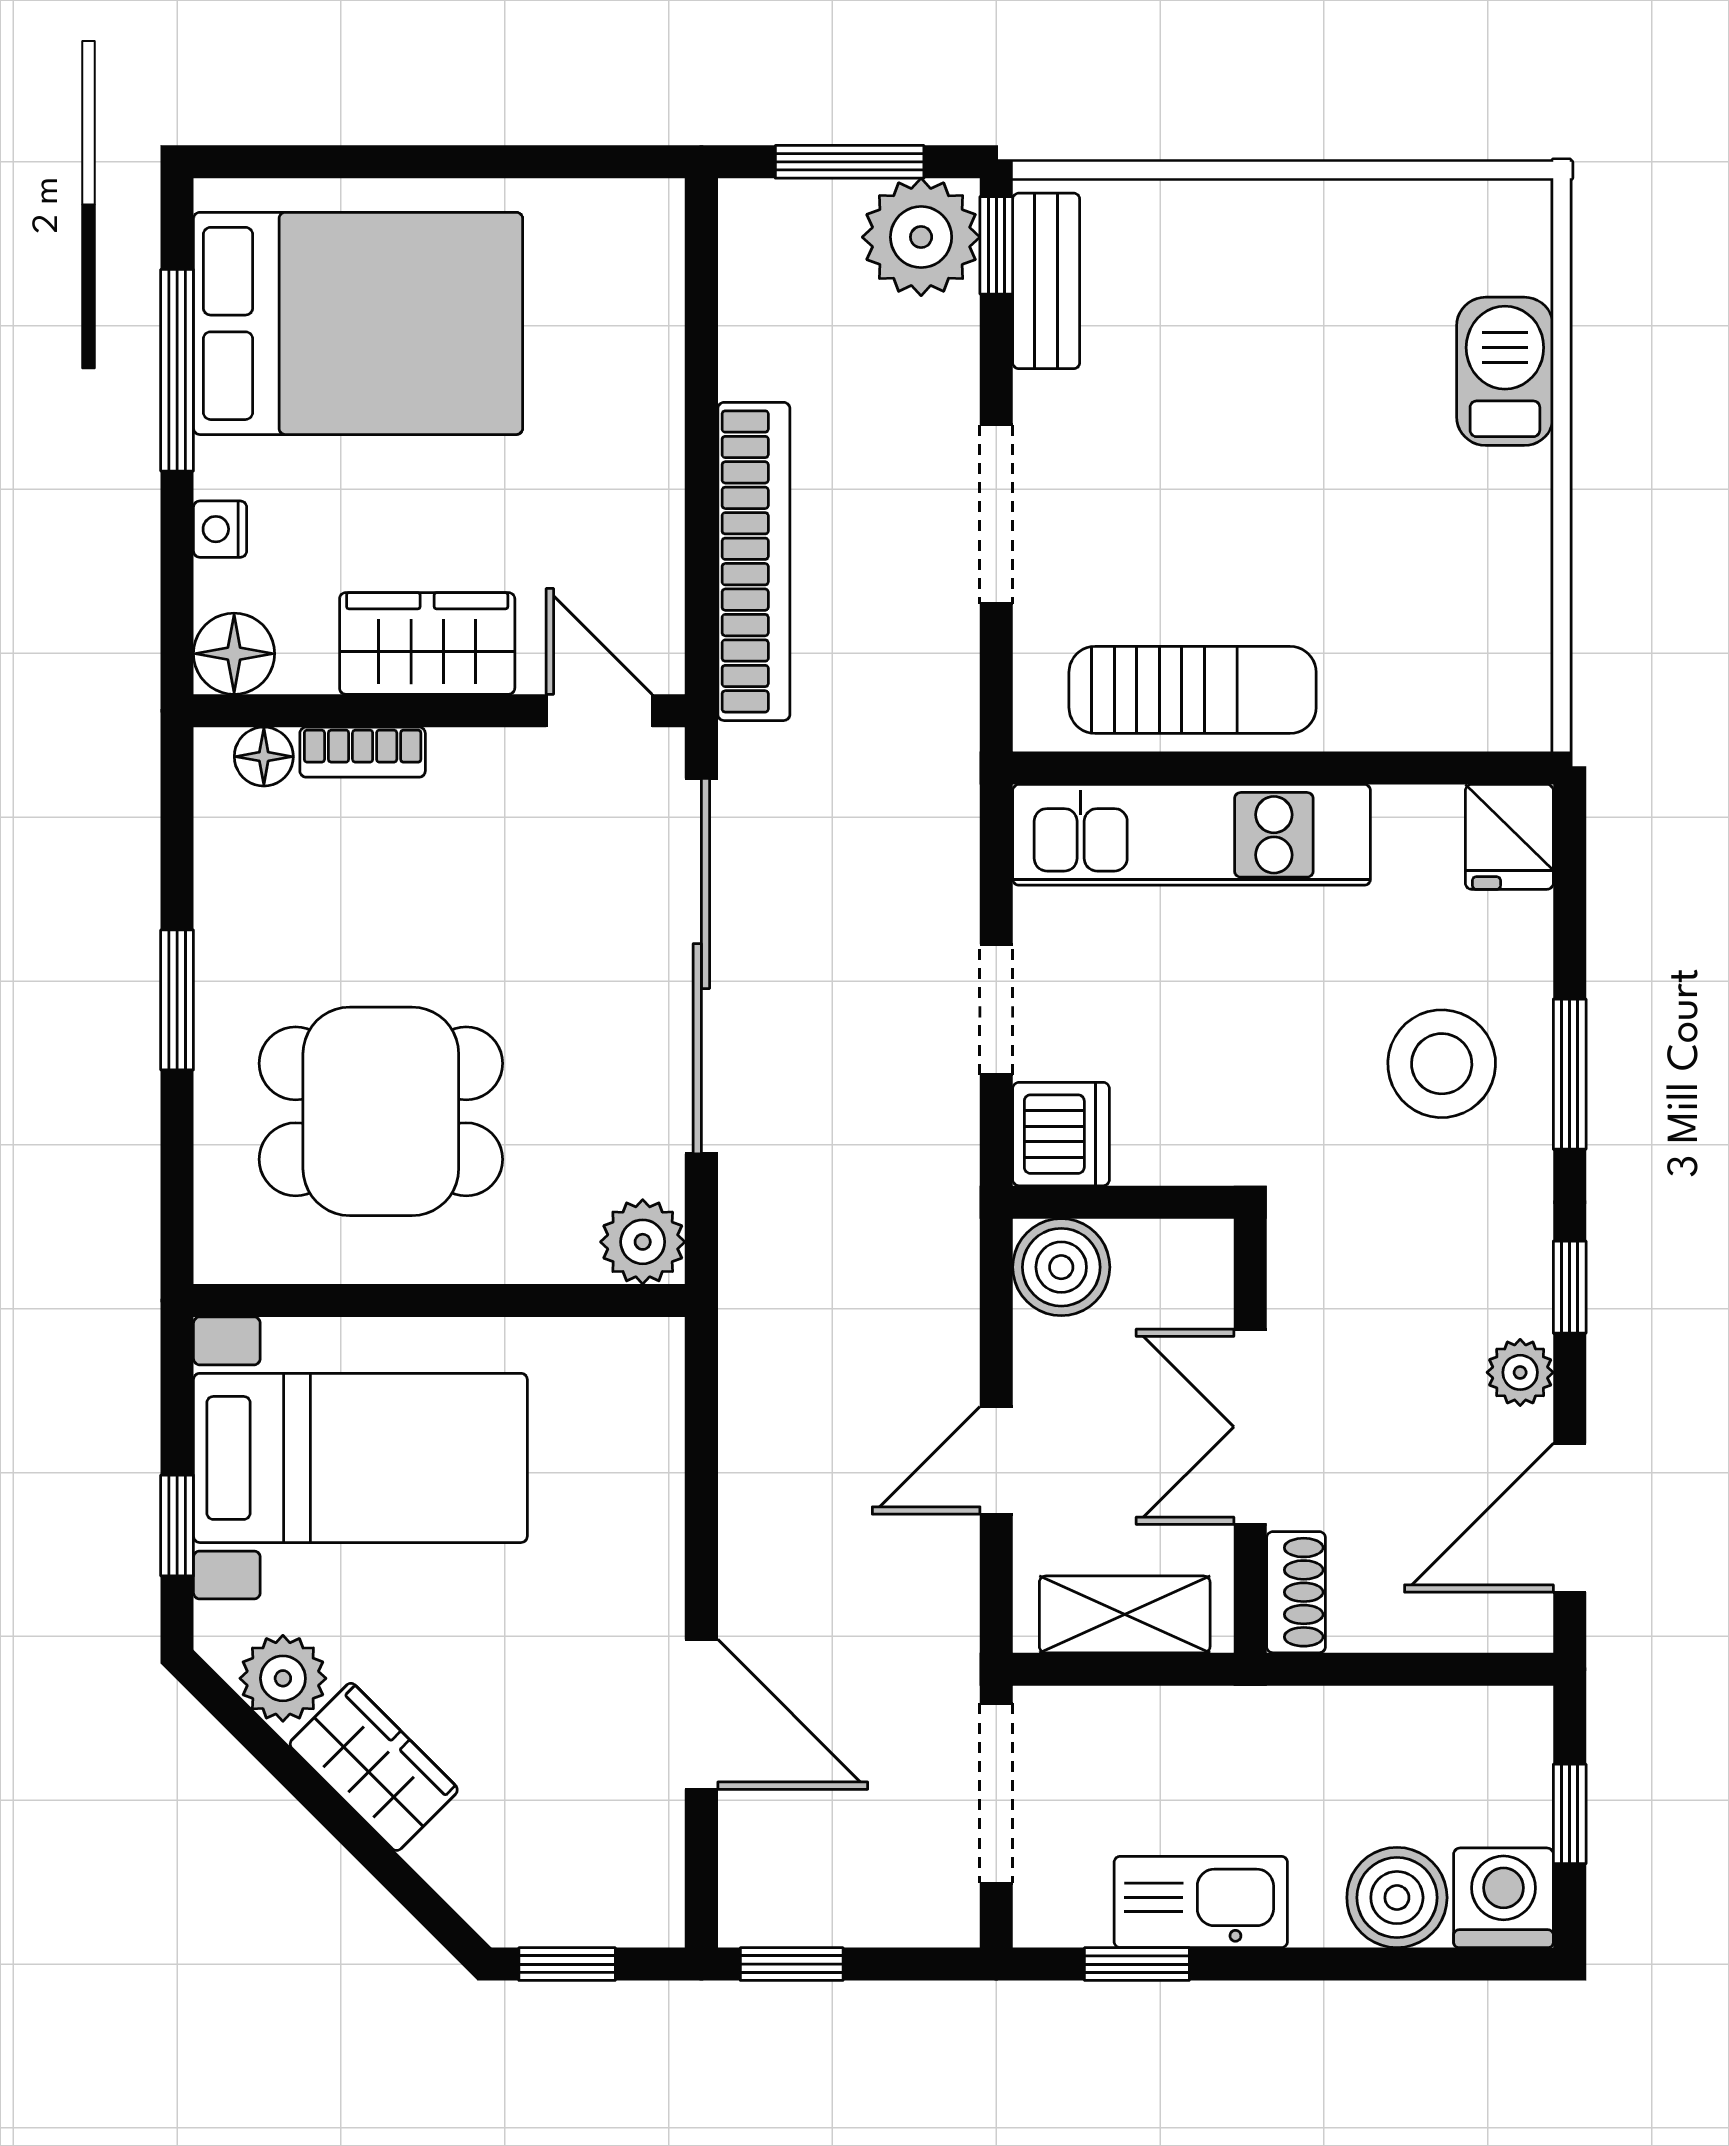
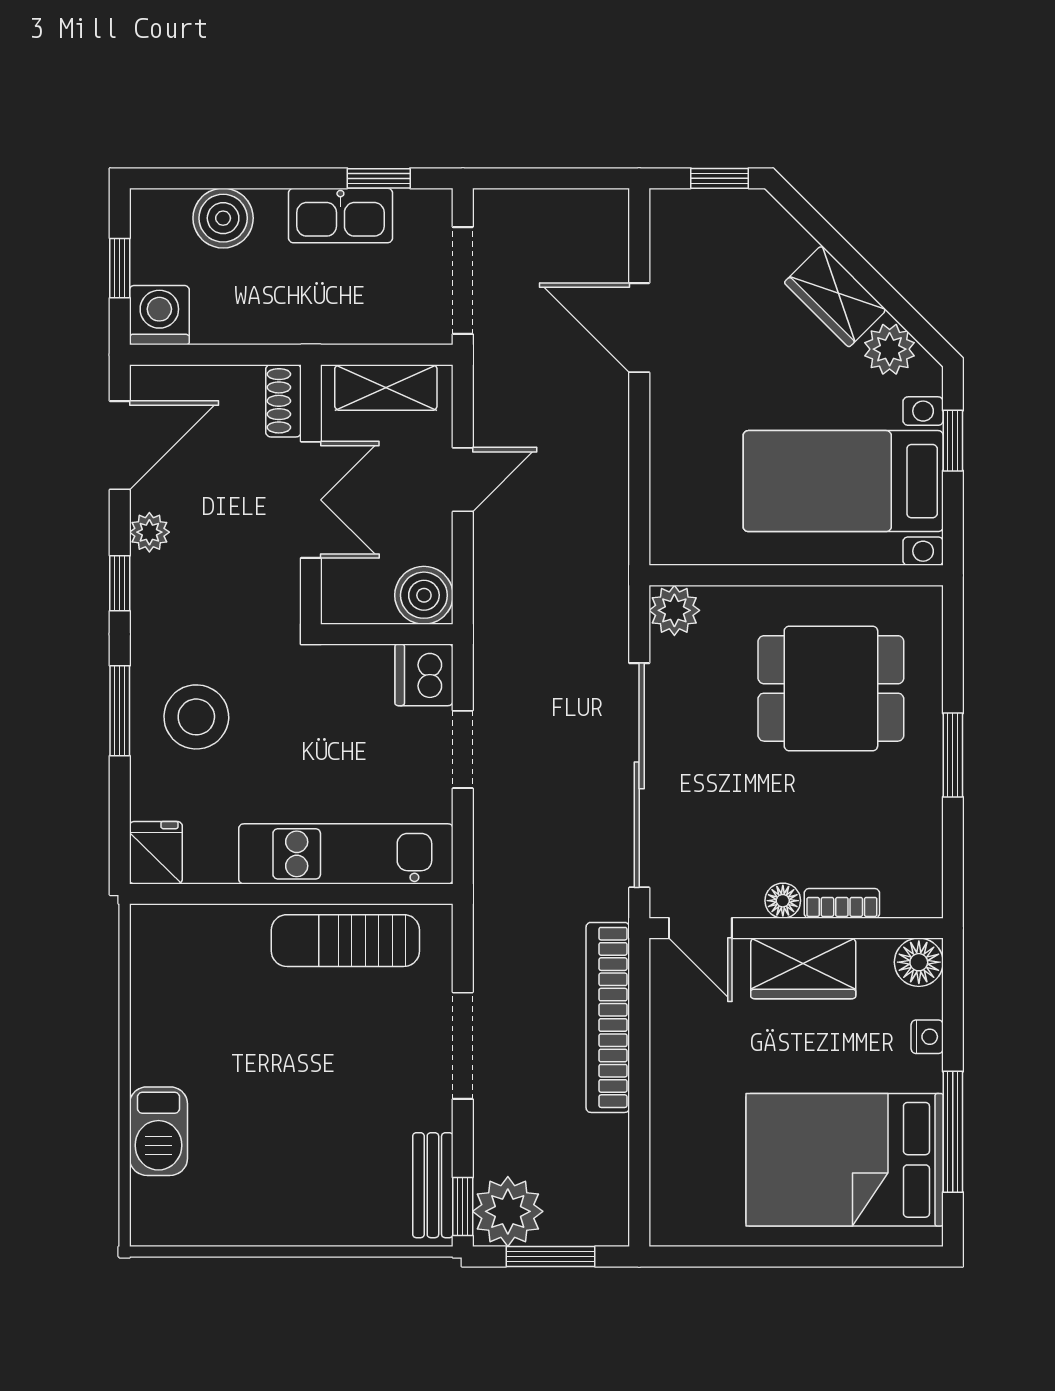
floor lamp: (264, 757) -> (783, 901), moved
washing machine: (1503, 1898) -> (159, 315), moved, turned 180
window: (792, 1964) -> (585, 178), removed

